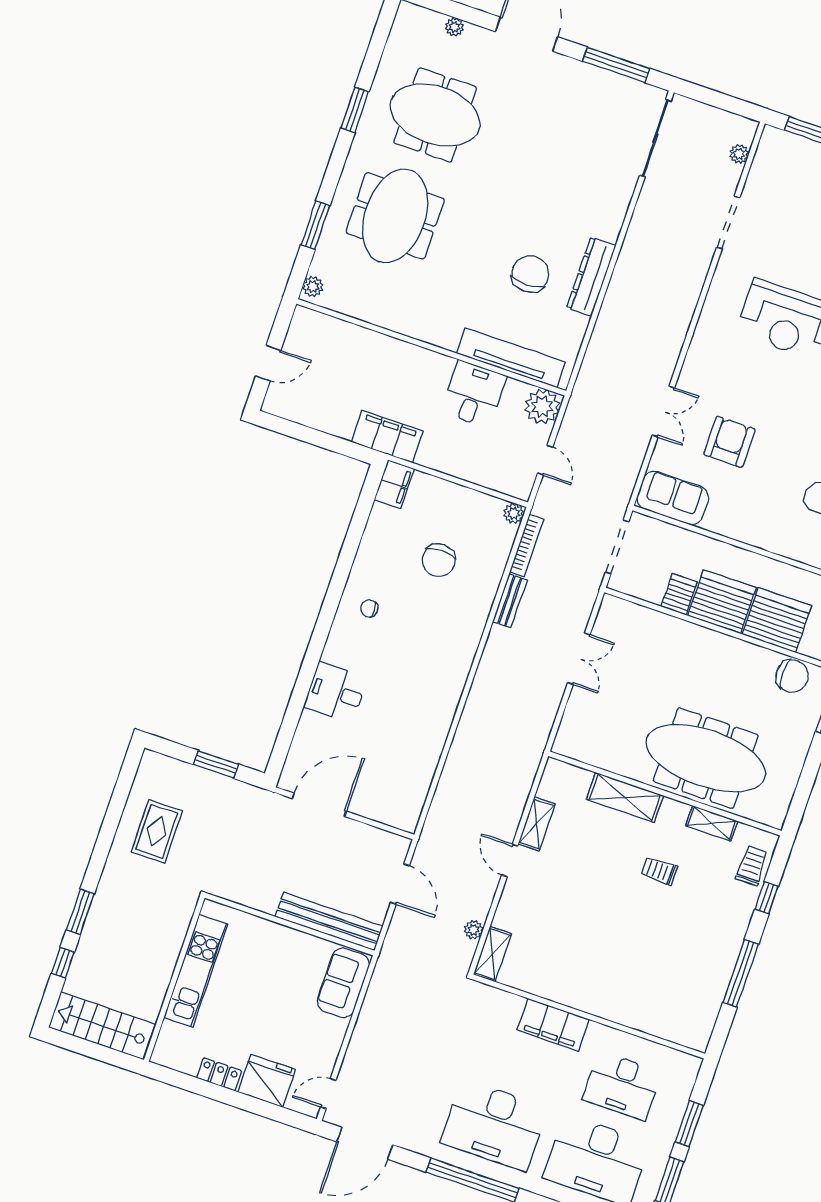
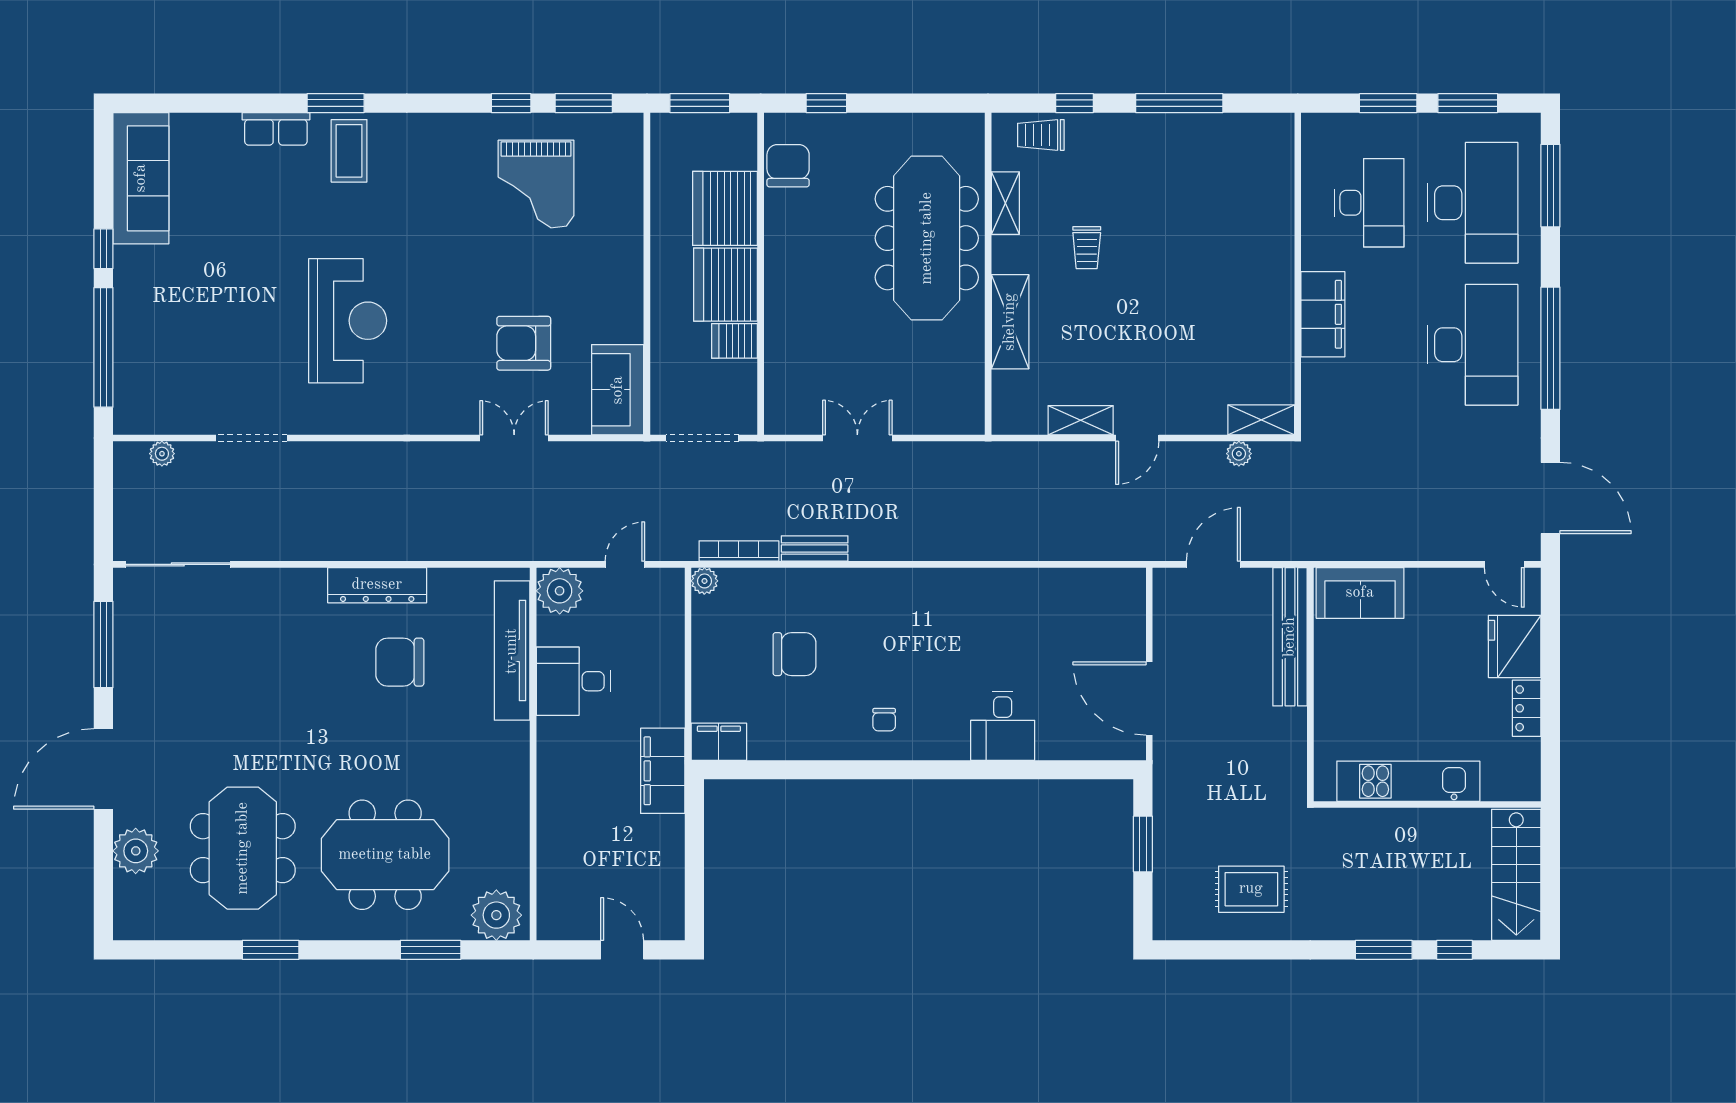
plant: (454, 27) -> (136, 851), width x1.88, depth x1.88
plant: (313, 287) -> (496, 915), width x1.87, depth x1.87

